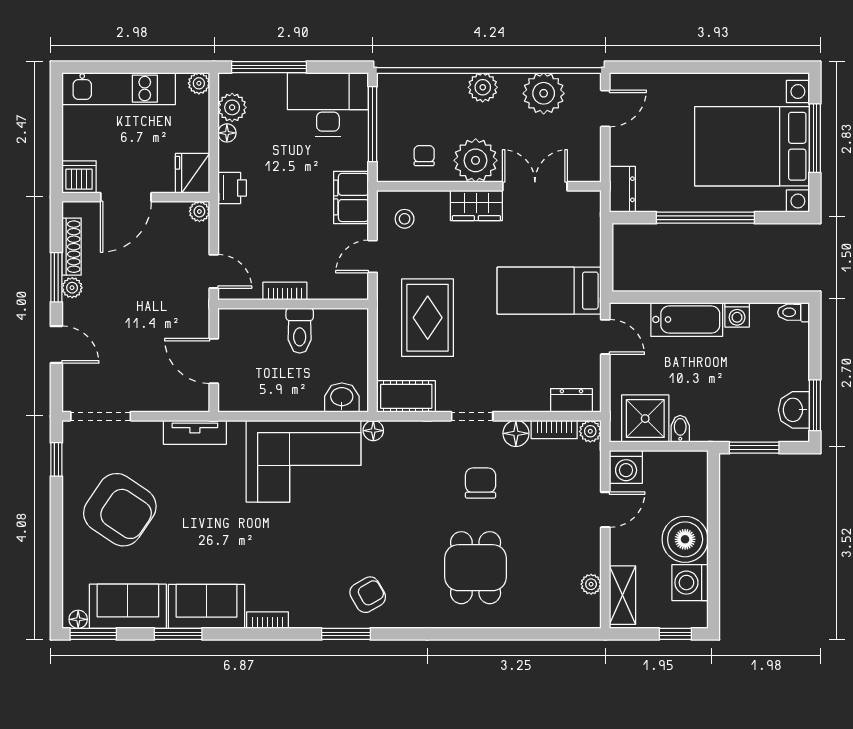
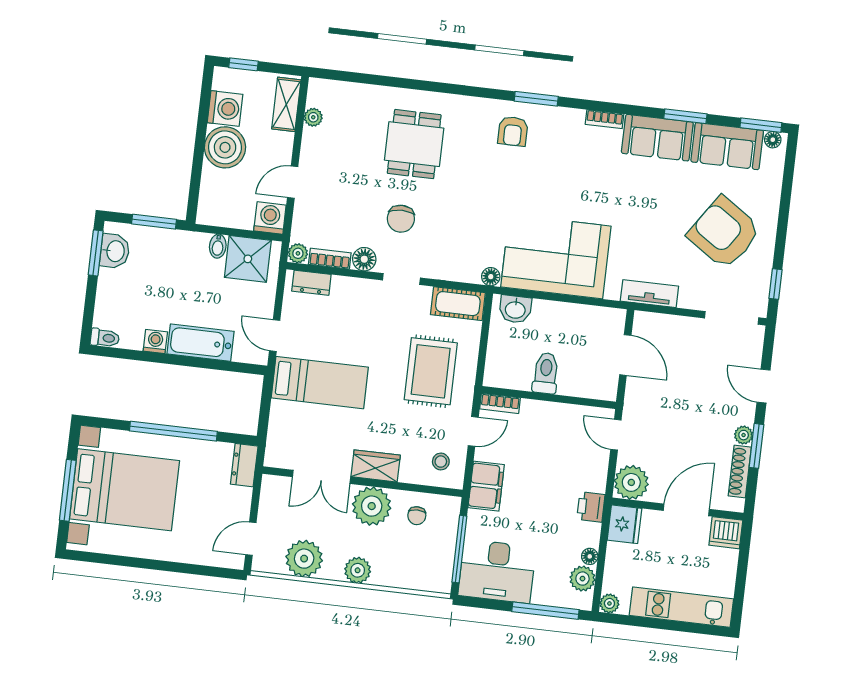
plant: (199, 211) -> (631, 482), width x1.87, depth x1.87
bookcase: (285, 291) -> (500, 403), moved
armchair: (368, 595) -> (513, 131), turned -60

